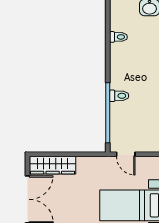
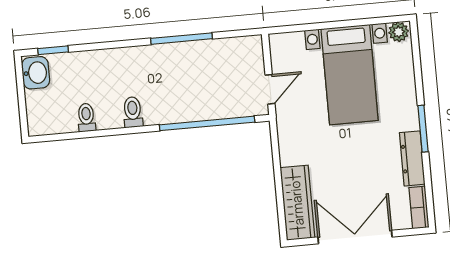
toilet: (119, 96) -> (133, 112), moved

